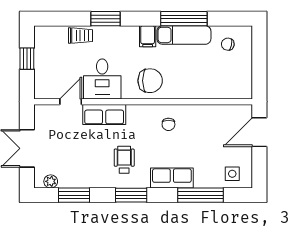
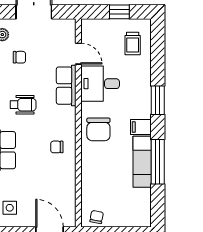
window: (105, 19) -> (158, 100), moved
trolley: (81, 36) -> (133, 43), moved
chair: (228, 44) -> (97, 217), moved
chair: (74, 164) -> (19, 57), added

